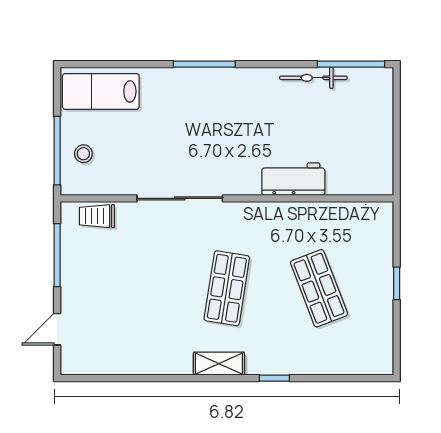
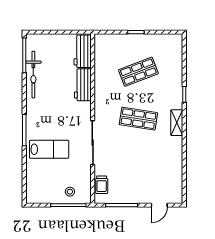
bicycle: (313, 78) -> (33, 75), width x1.37, depth x1.40
lab bench: (101, 91) -> (49, 149), moved, turned -90
workbench: (359, 179) -> (83, 51), added
door: (57, 329) -> (159, 205), hinge flipped

